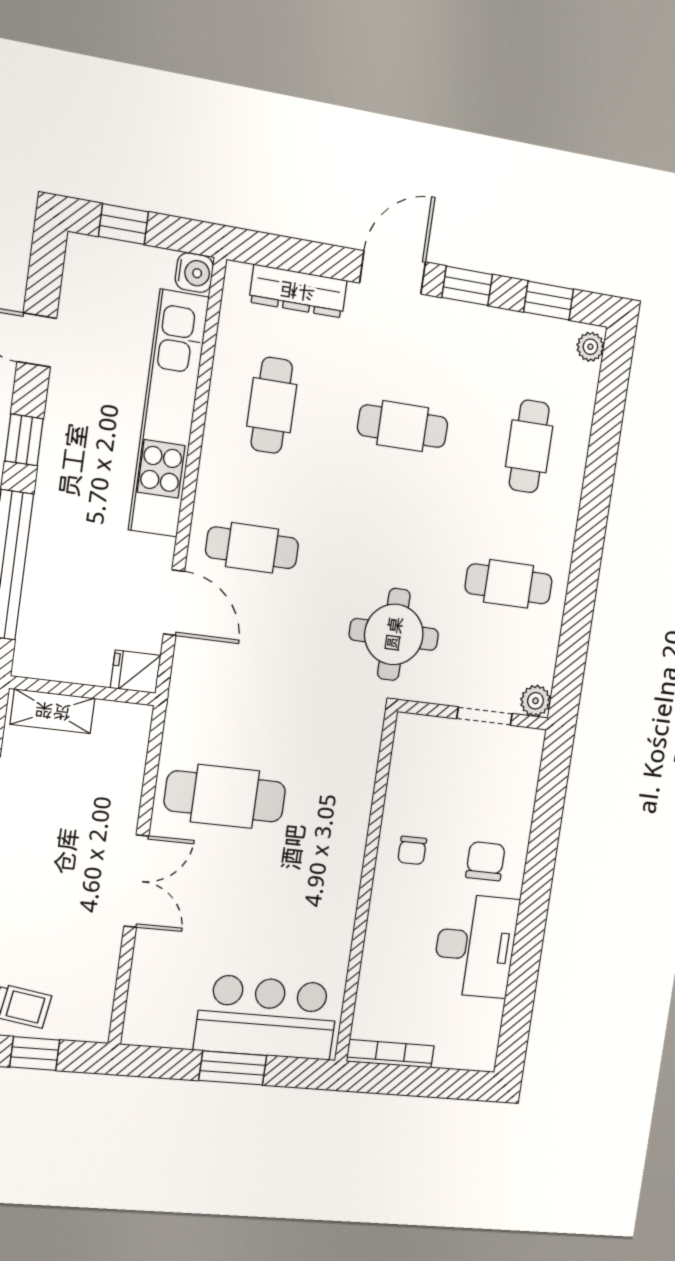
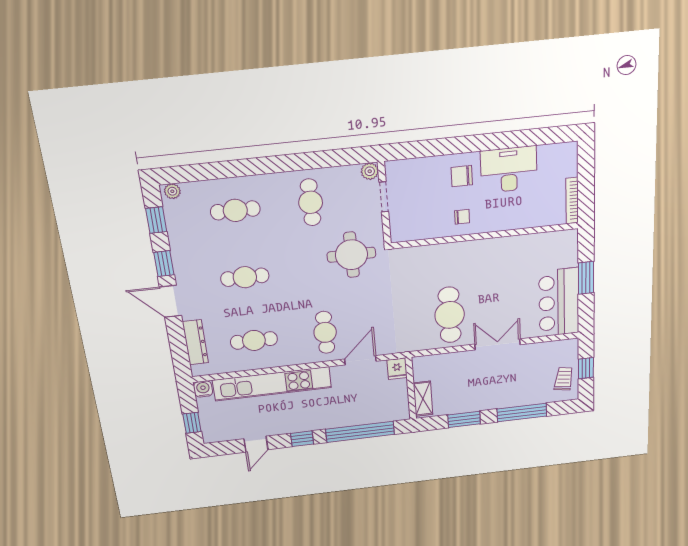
cafe table: (403, 426) -> (245, 277), turned 90
bar counter: (267, 1017) -> (559, 302), moved

